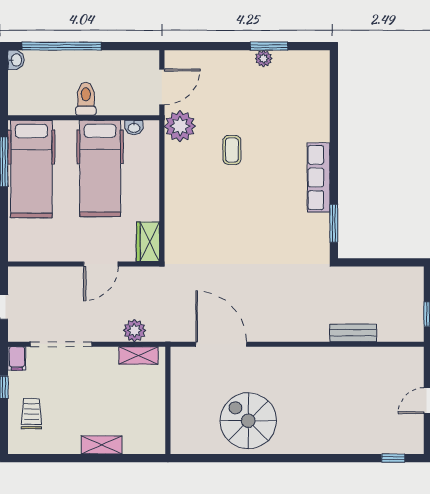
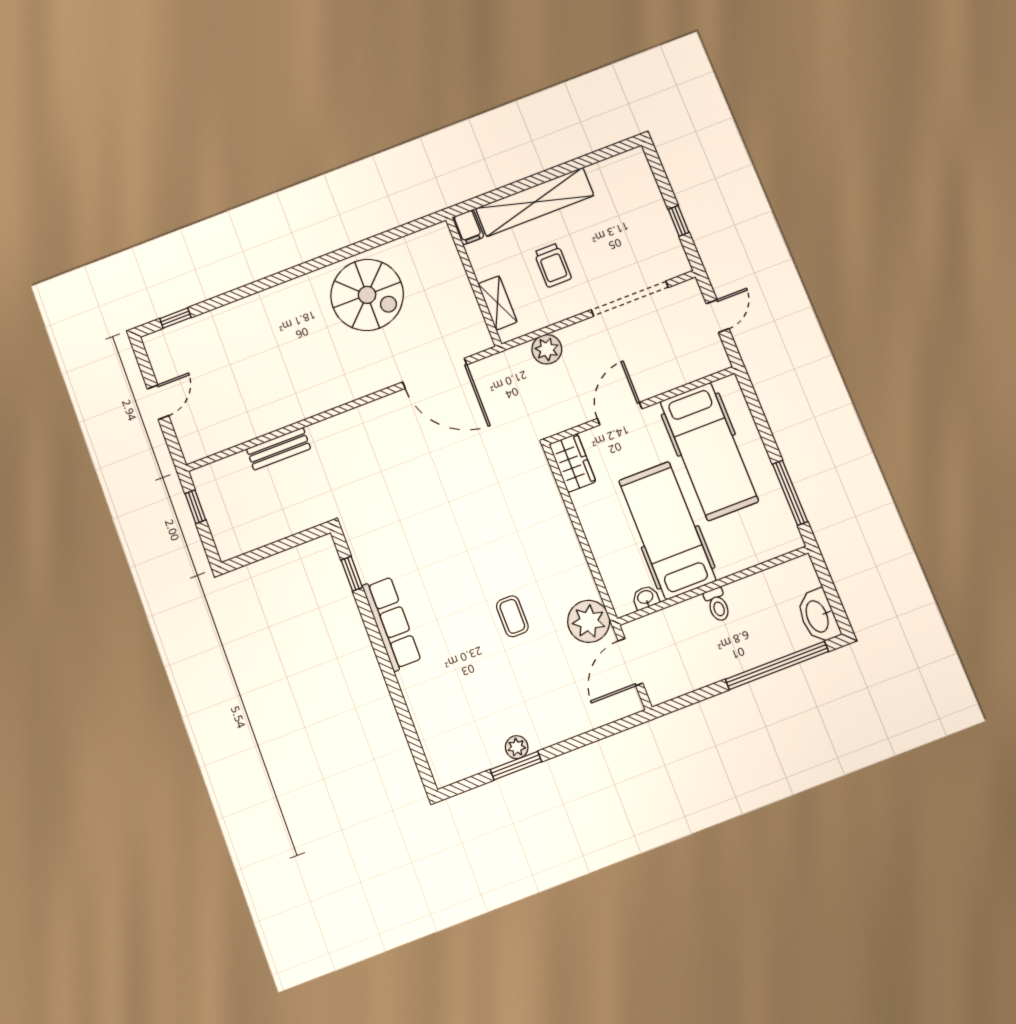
washbasin: (16, 60) -> (818, 616), width x1.91, depth x1.45
toilet: (86, 99) -> (717, 605), width x0.73, depth x0.72
hospital bed: (31, 169) -> (709, 451), moved, turned 180
window: (334, 223) -> (352, 574), width x0.67
shelving: (139, 355) -> (498, 303), moved, turned 90
filing cabinet: (17, 358) -> (468, 227), moved, turned 180
trolley: (31, 414) -> (553, 265), moved
shelving: (102, 445) -> (535, 202), width x2.20, depth x1.33

